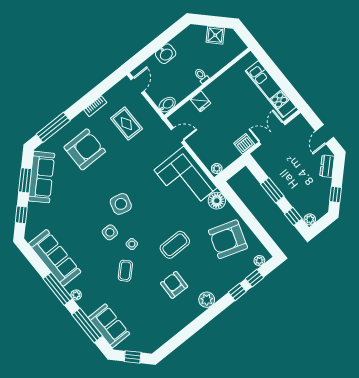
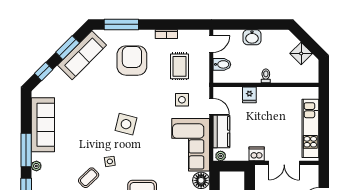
bidet: (167, 105) -> (222, 64), moved
double door: (272, 133) -> (284, 163), swing flipped
armchair: (85, 149) -> (132, 61), turned -90
kitchen counter: (202, 149) -> (221, 132), added
side table: (110, 232) -> (182, 100), moved

